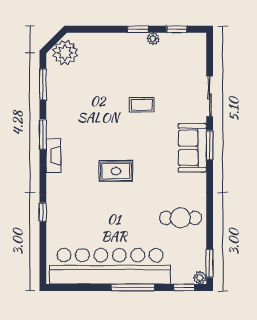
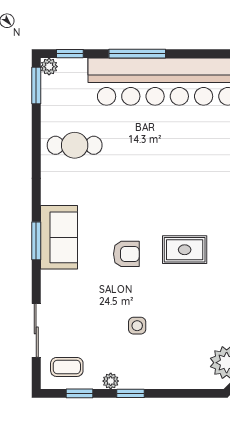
side table: (133, 81) -> (137, 326), added
sliding door: (210, 97) -> (36, 330), moved
coffee table: (142, 105) -> (67, 367), moved
armchair: (141, 135) -> (126, 254), added
rug: (116, 171) -> (185, 250), moved

